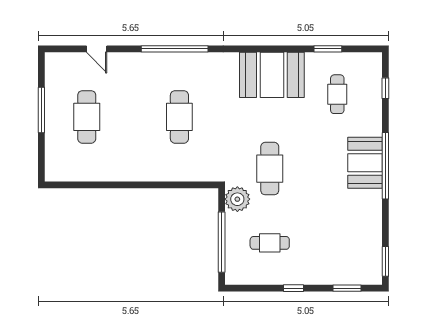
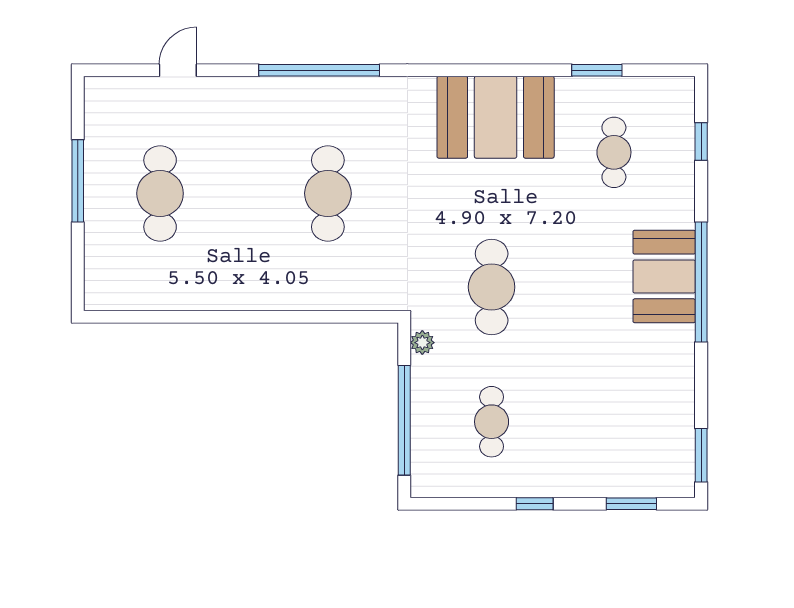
door: (97, 49) -> (178, 70), swing flipped
plant: (237, 199) -> (422, 343), width x0.53, depth x0.53
cafe table: (270, 243) -> (492, 422), turned 90

